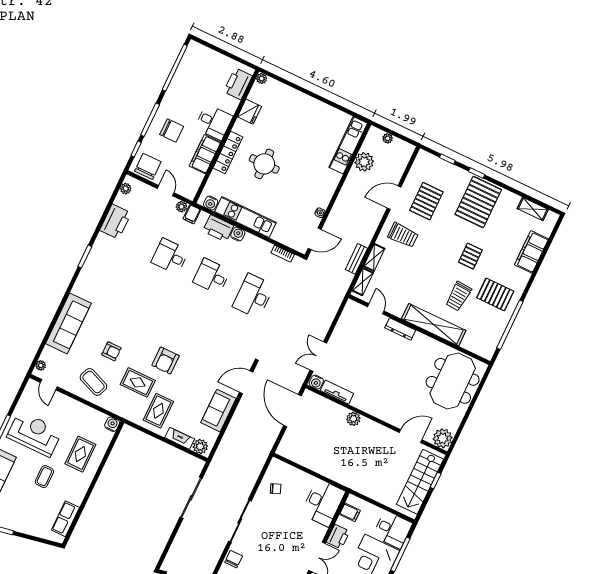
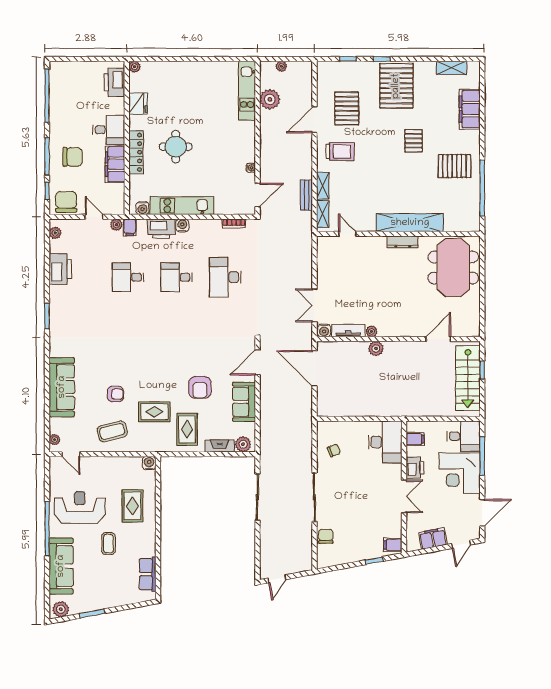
trolley: (458, 296) -> (420, 184), removed
dresser: (400, 329) -> (403, 242), moved
armchair: (166, 360) -> (200, 387), moved
coffee table: (93, 382) -> (112, 431), turned -36
plant: (443, 438) -> (371, 331), moved, width x0.53, depth x0.53

